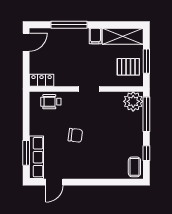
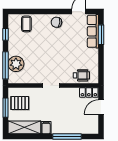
door: (26, 42) -> (101, 107), moved
plant: (133, 101) -> (16, 64), moved
chair: (75, 135) -> (56, 22), moved
coffee table: (134, 167) -> (26, 24), moved

